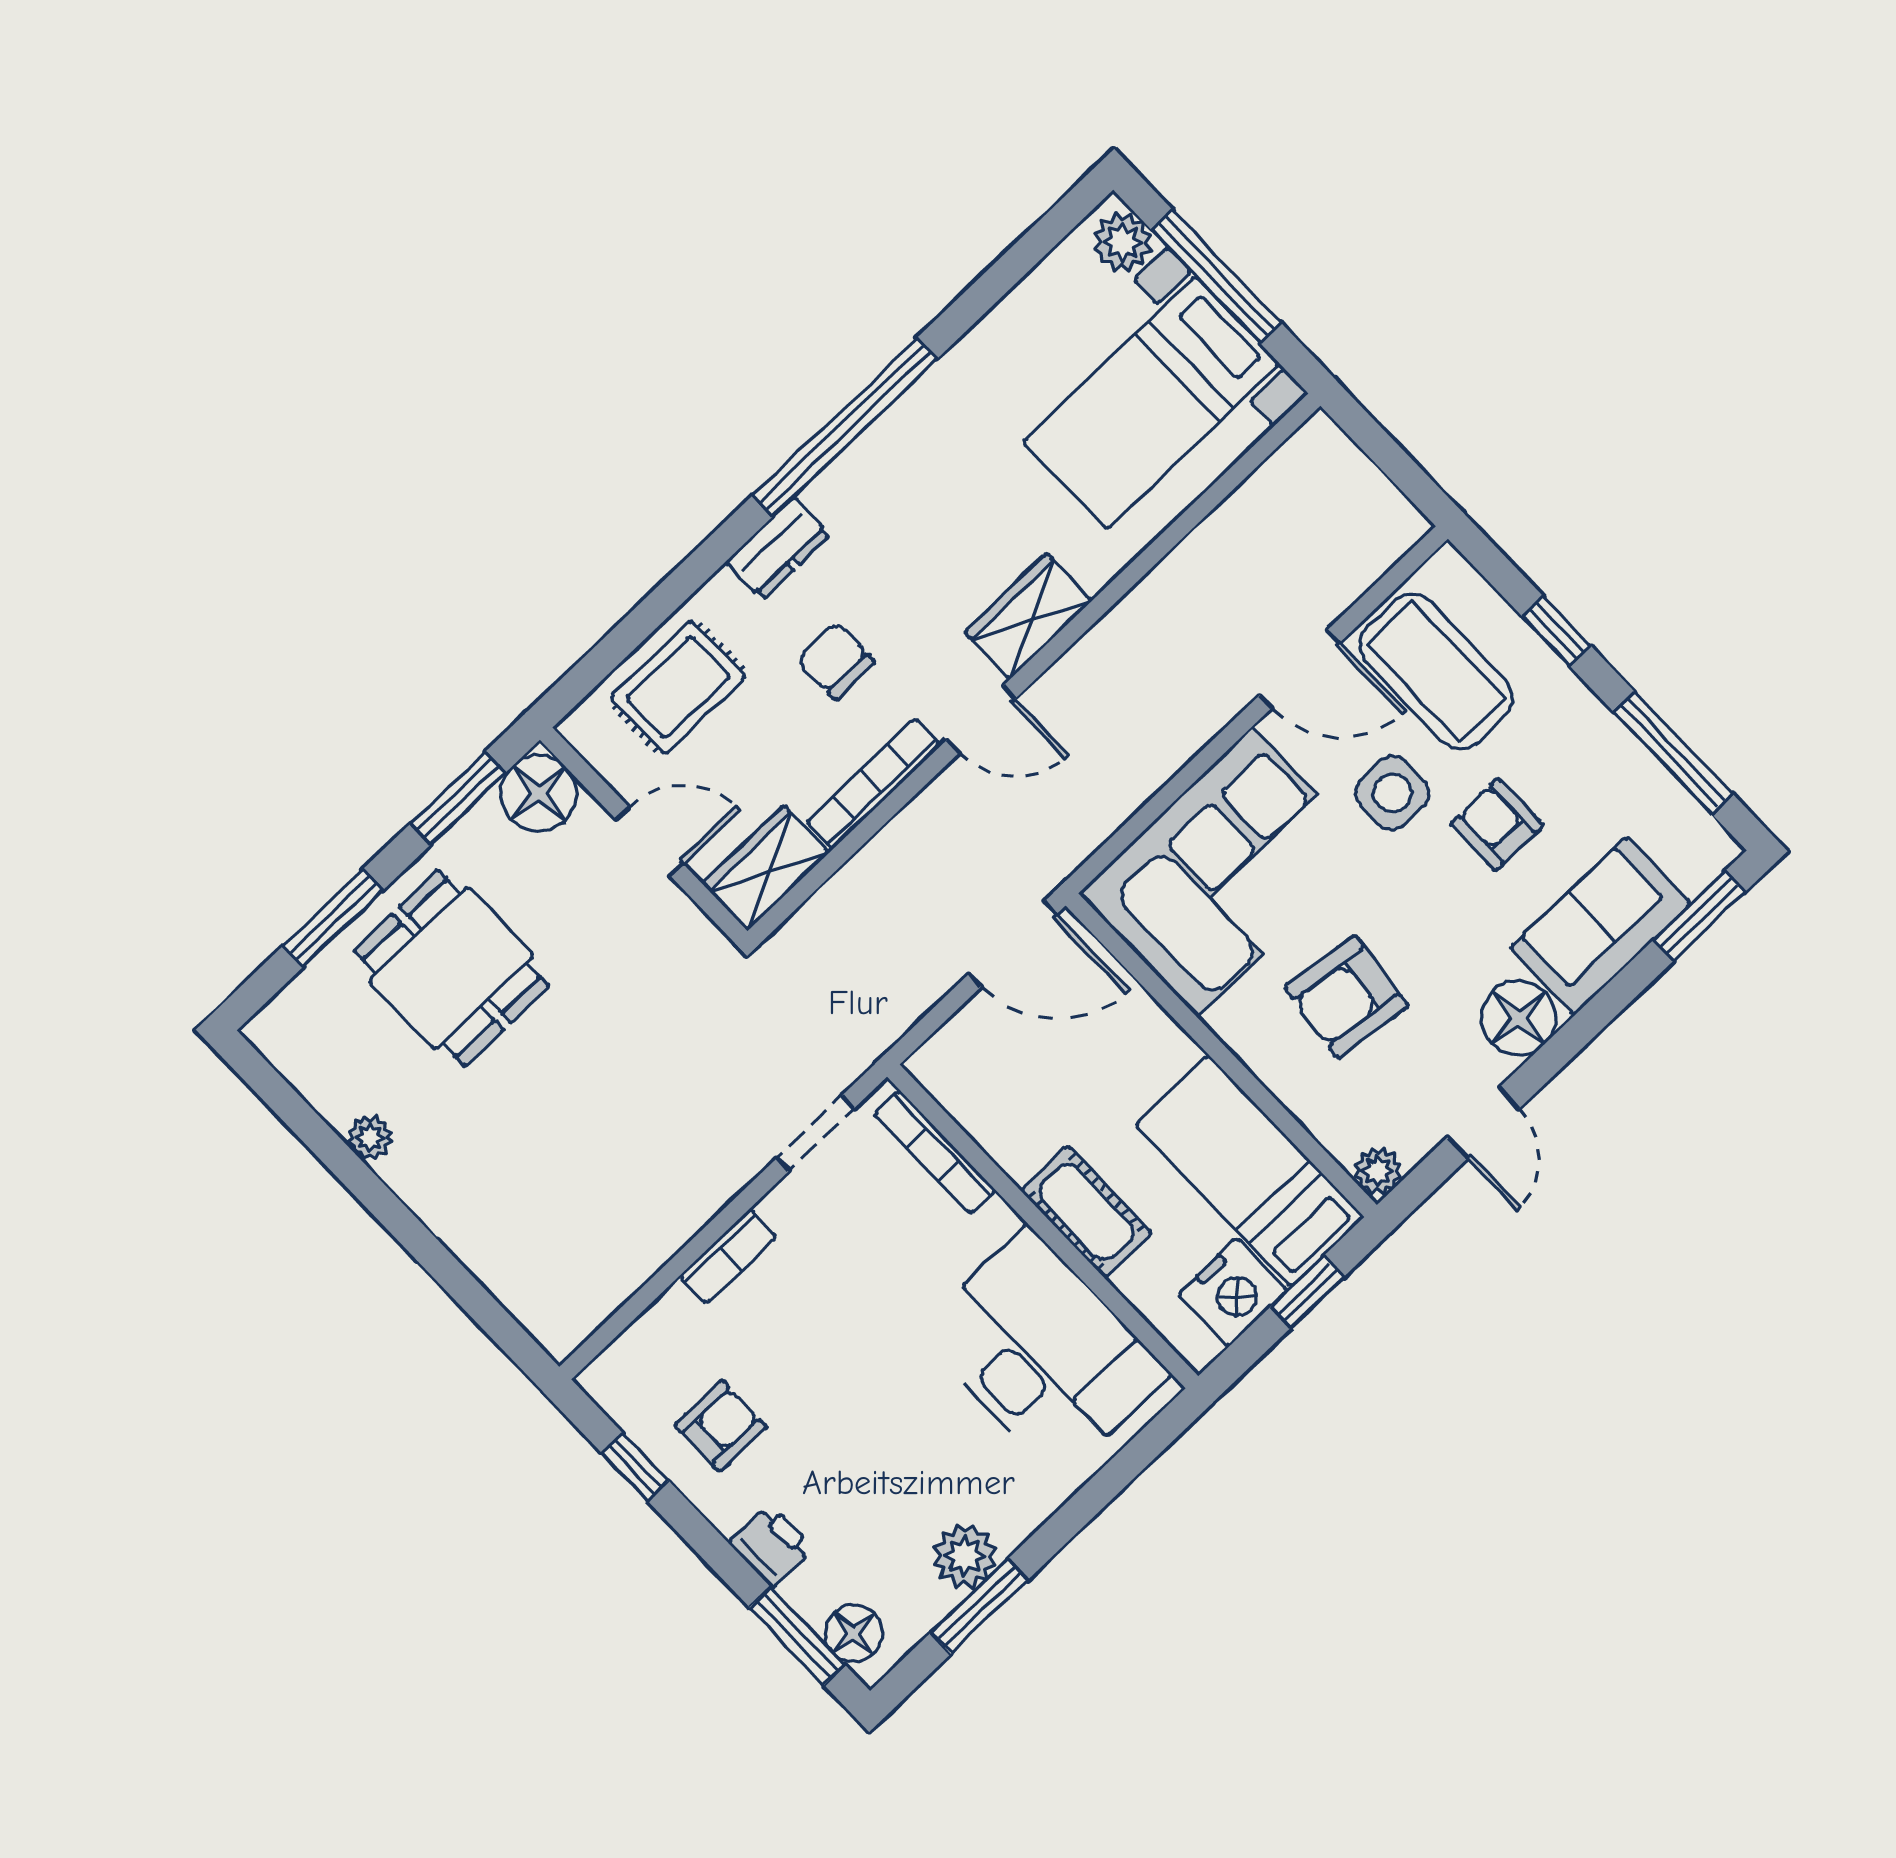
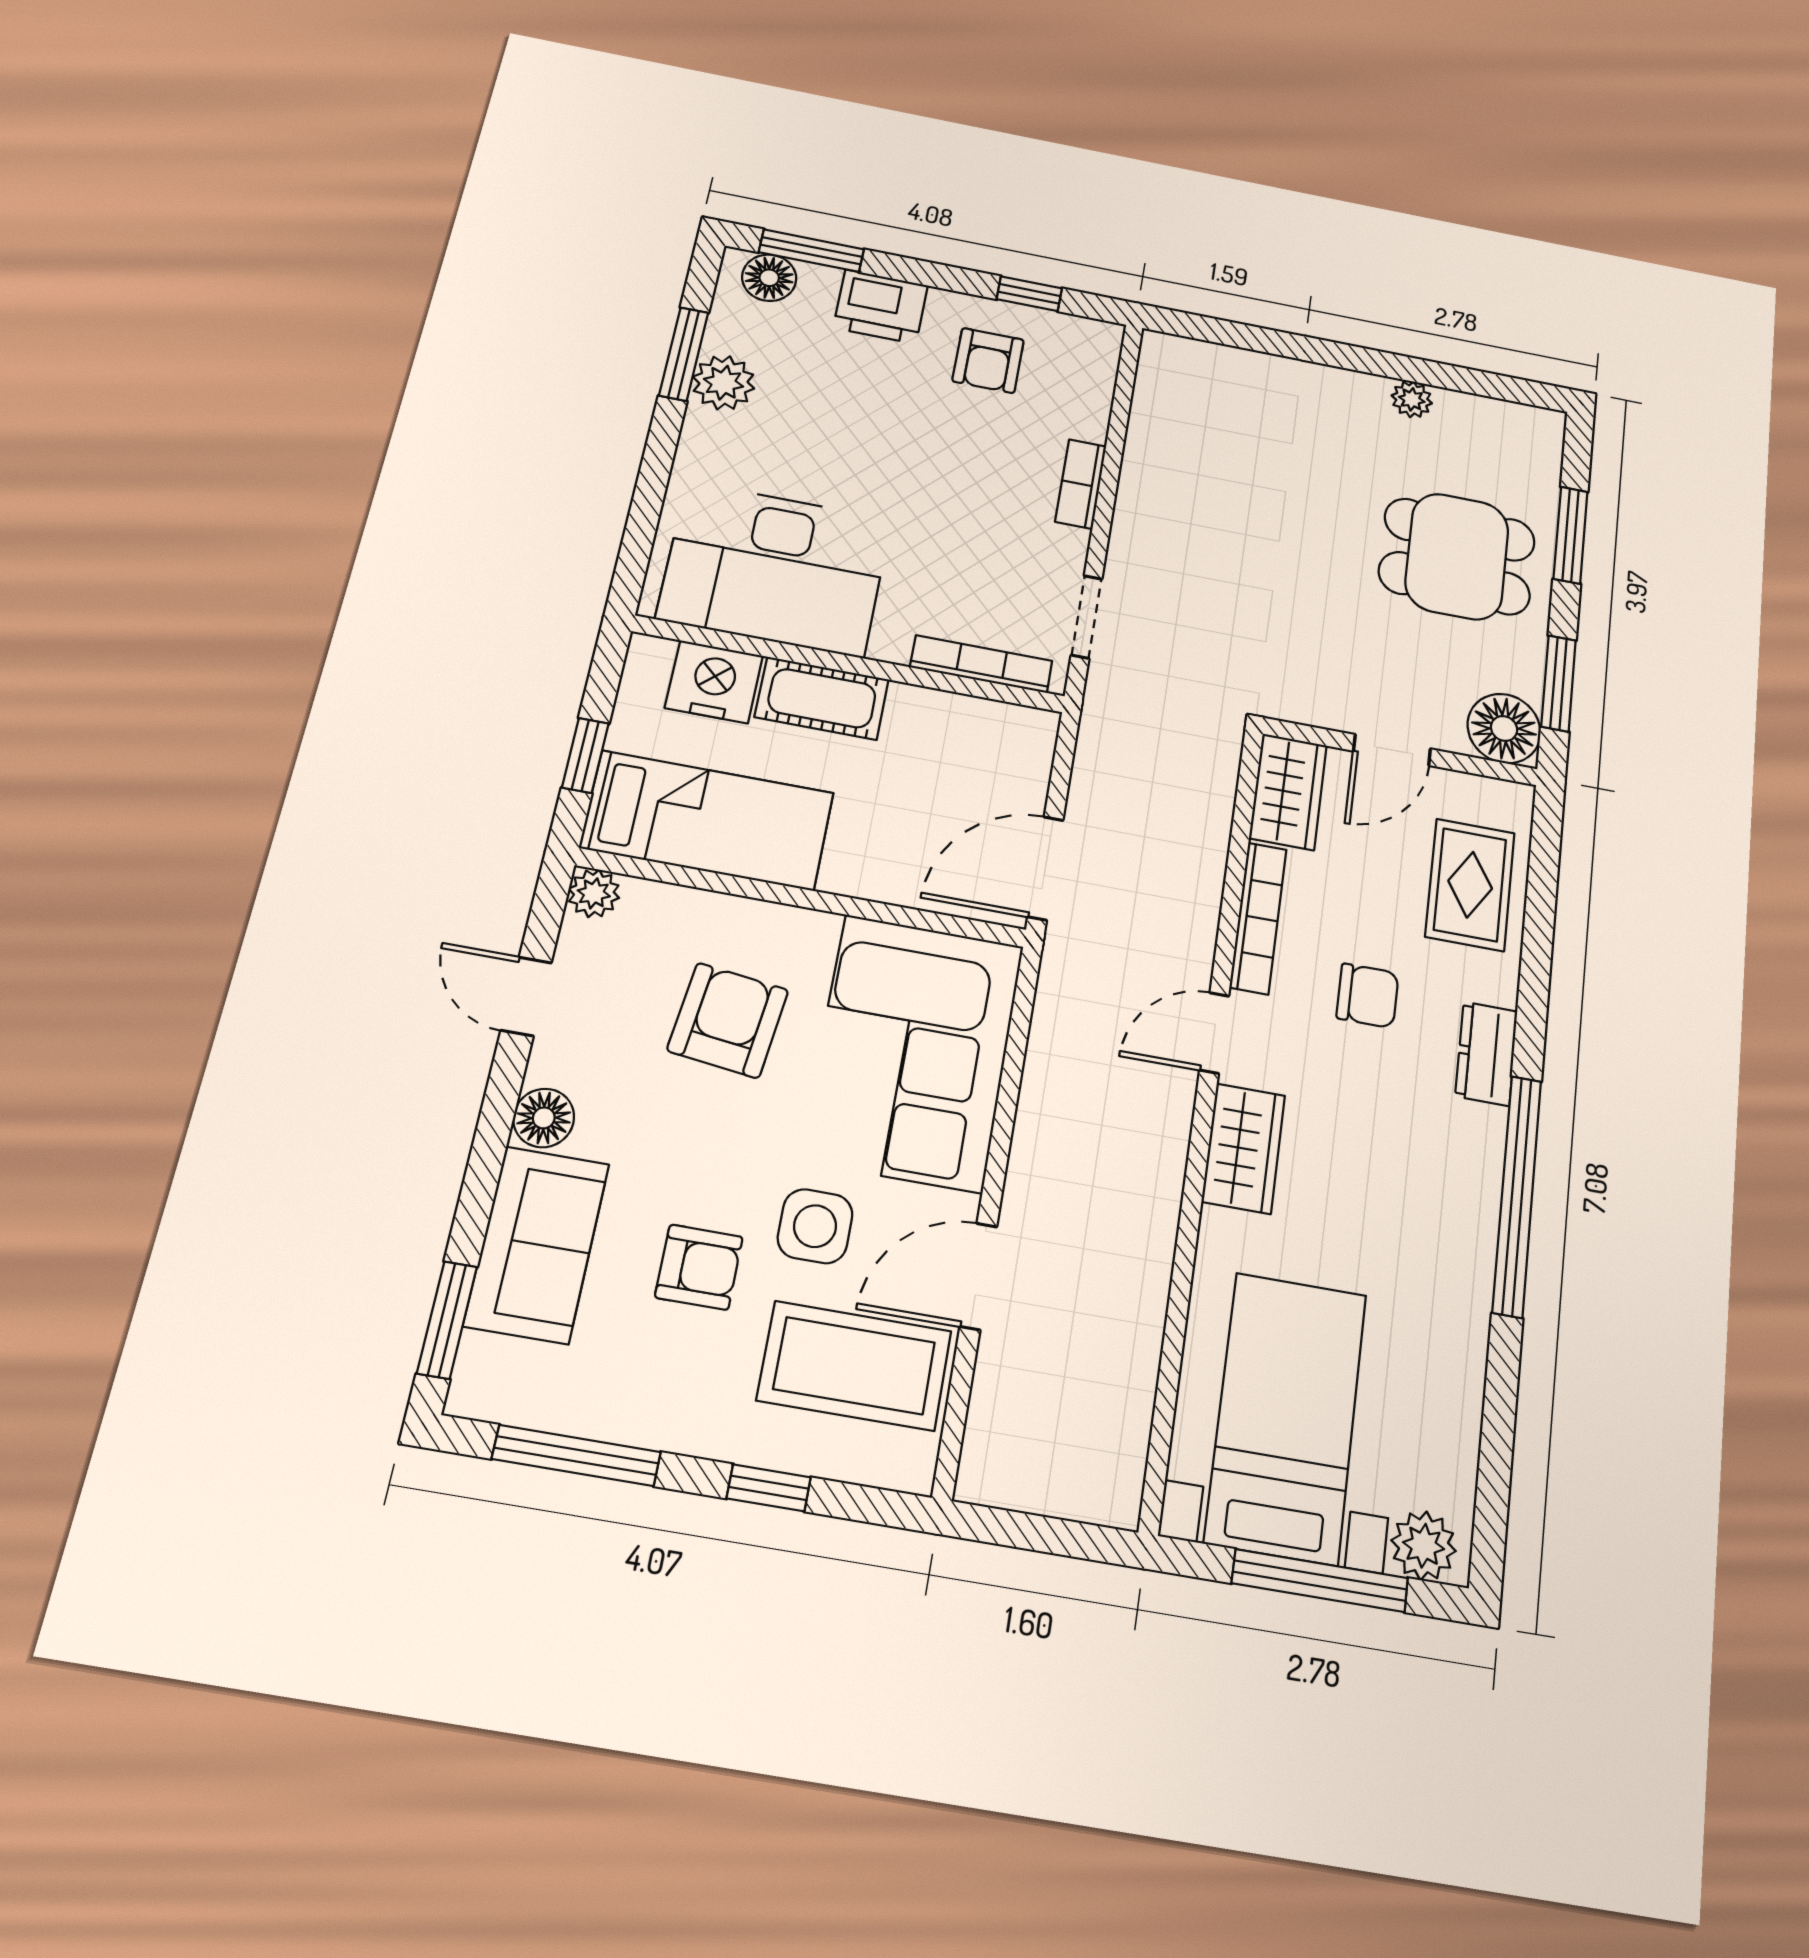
floor lamp: (1519, 1018) -> (544, 1118), width x0.73, depth x0.73
nightstand: (1233, 1292) -> (714, 682), moved, turned 90
printer: (771, 1546) -> (881, 307), width x1.36, depth x1.24

